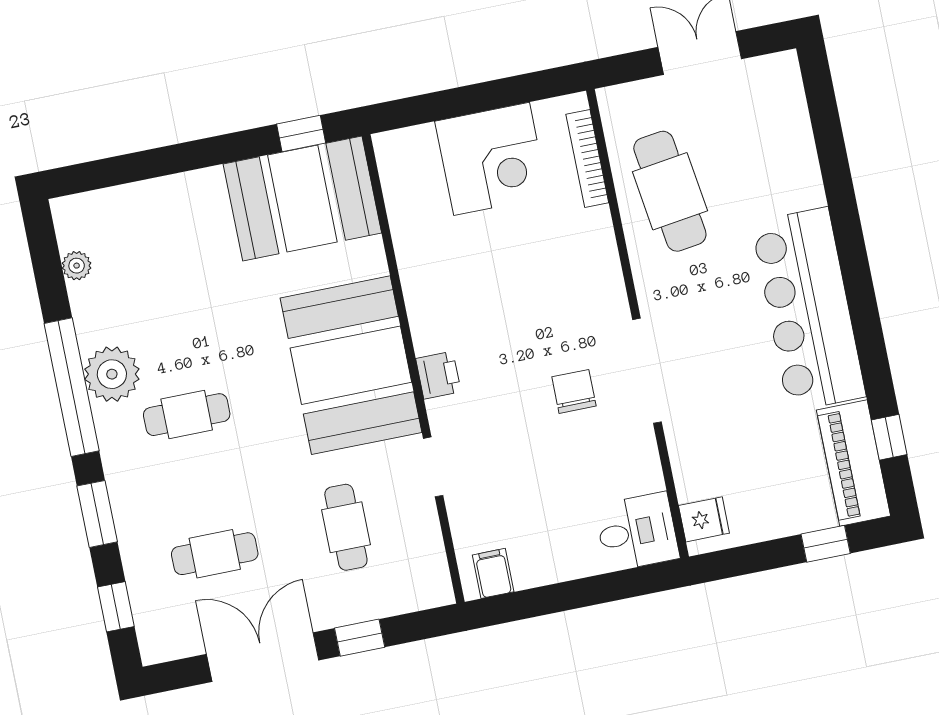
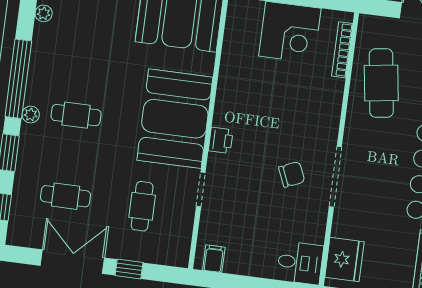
plant: (112, 374) -> (31, 115), moved, width x0.53, depth x0.53
chair: (574, 391) -> (292, 174), turned 67
fridge: (704, 519) -> (344, 260), width x1.88, depth x1.34

